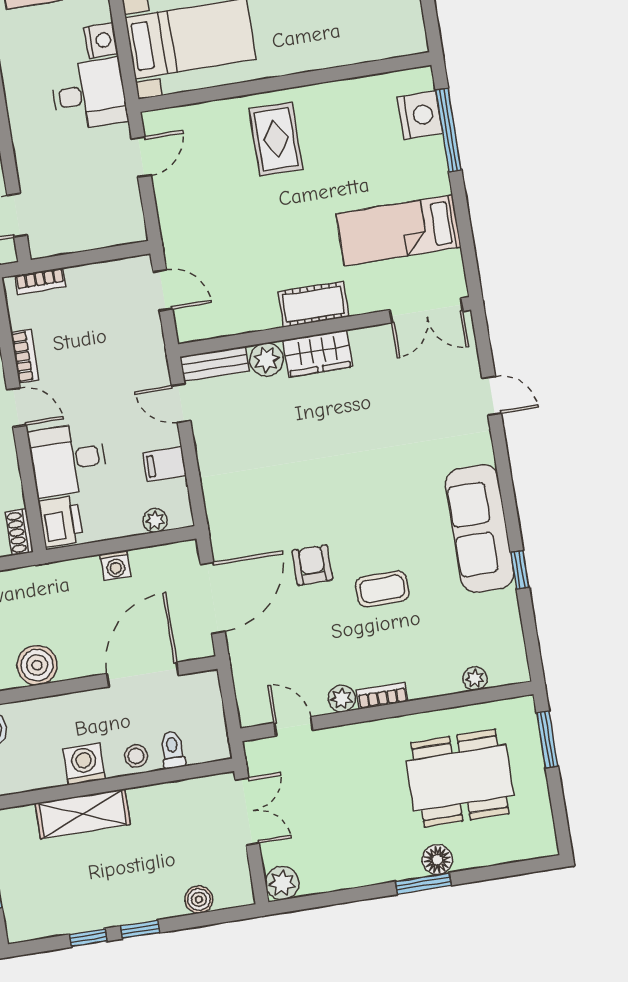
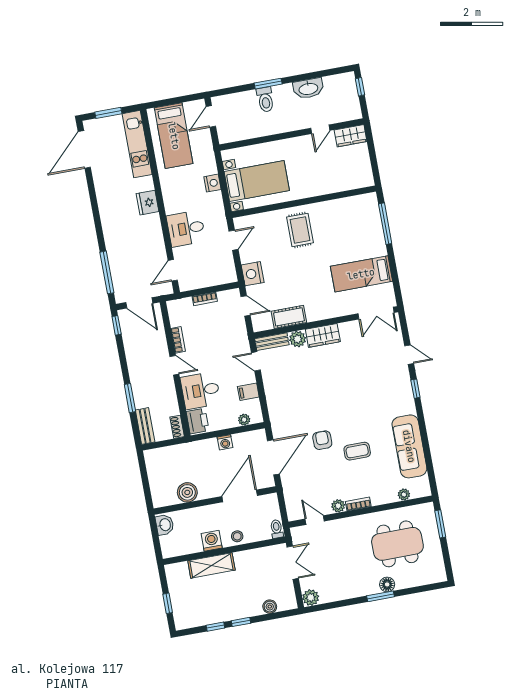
desk: (89, 94) -> (186, 229), moved, turned 180
nightstand: (420, 115) -> (253, 274), moved, turned 180
bookcase: (40, 281) -> (205, 299), moved
cot: (313, 304) -> (289, 317), moved
sofa: (480, 529) -> (409, 446), moved
window: (520, 570) -> (415, 389), moved
toilet: (173, 750) -> (277, 529), moved

